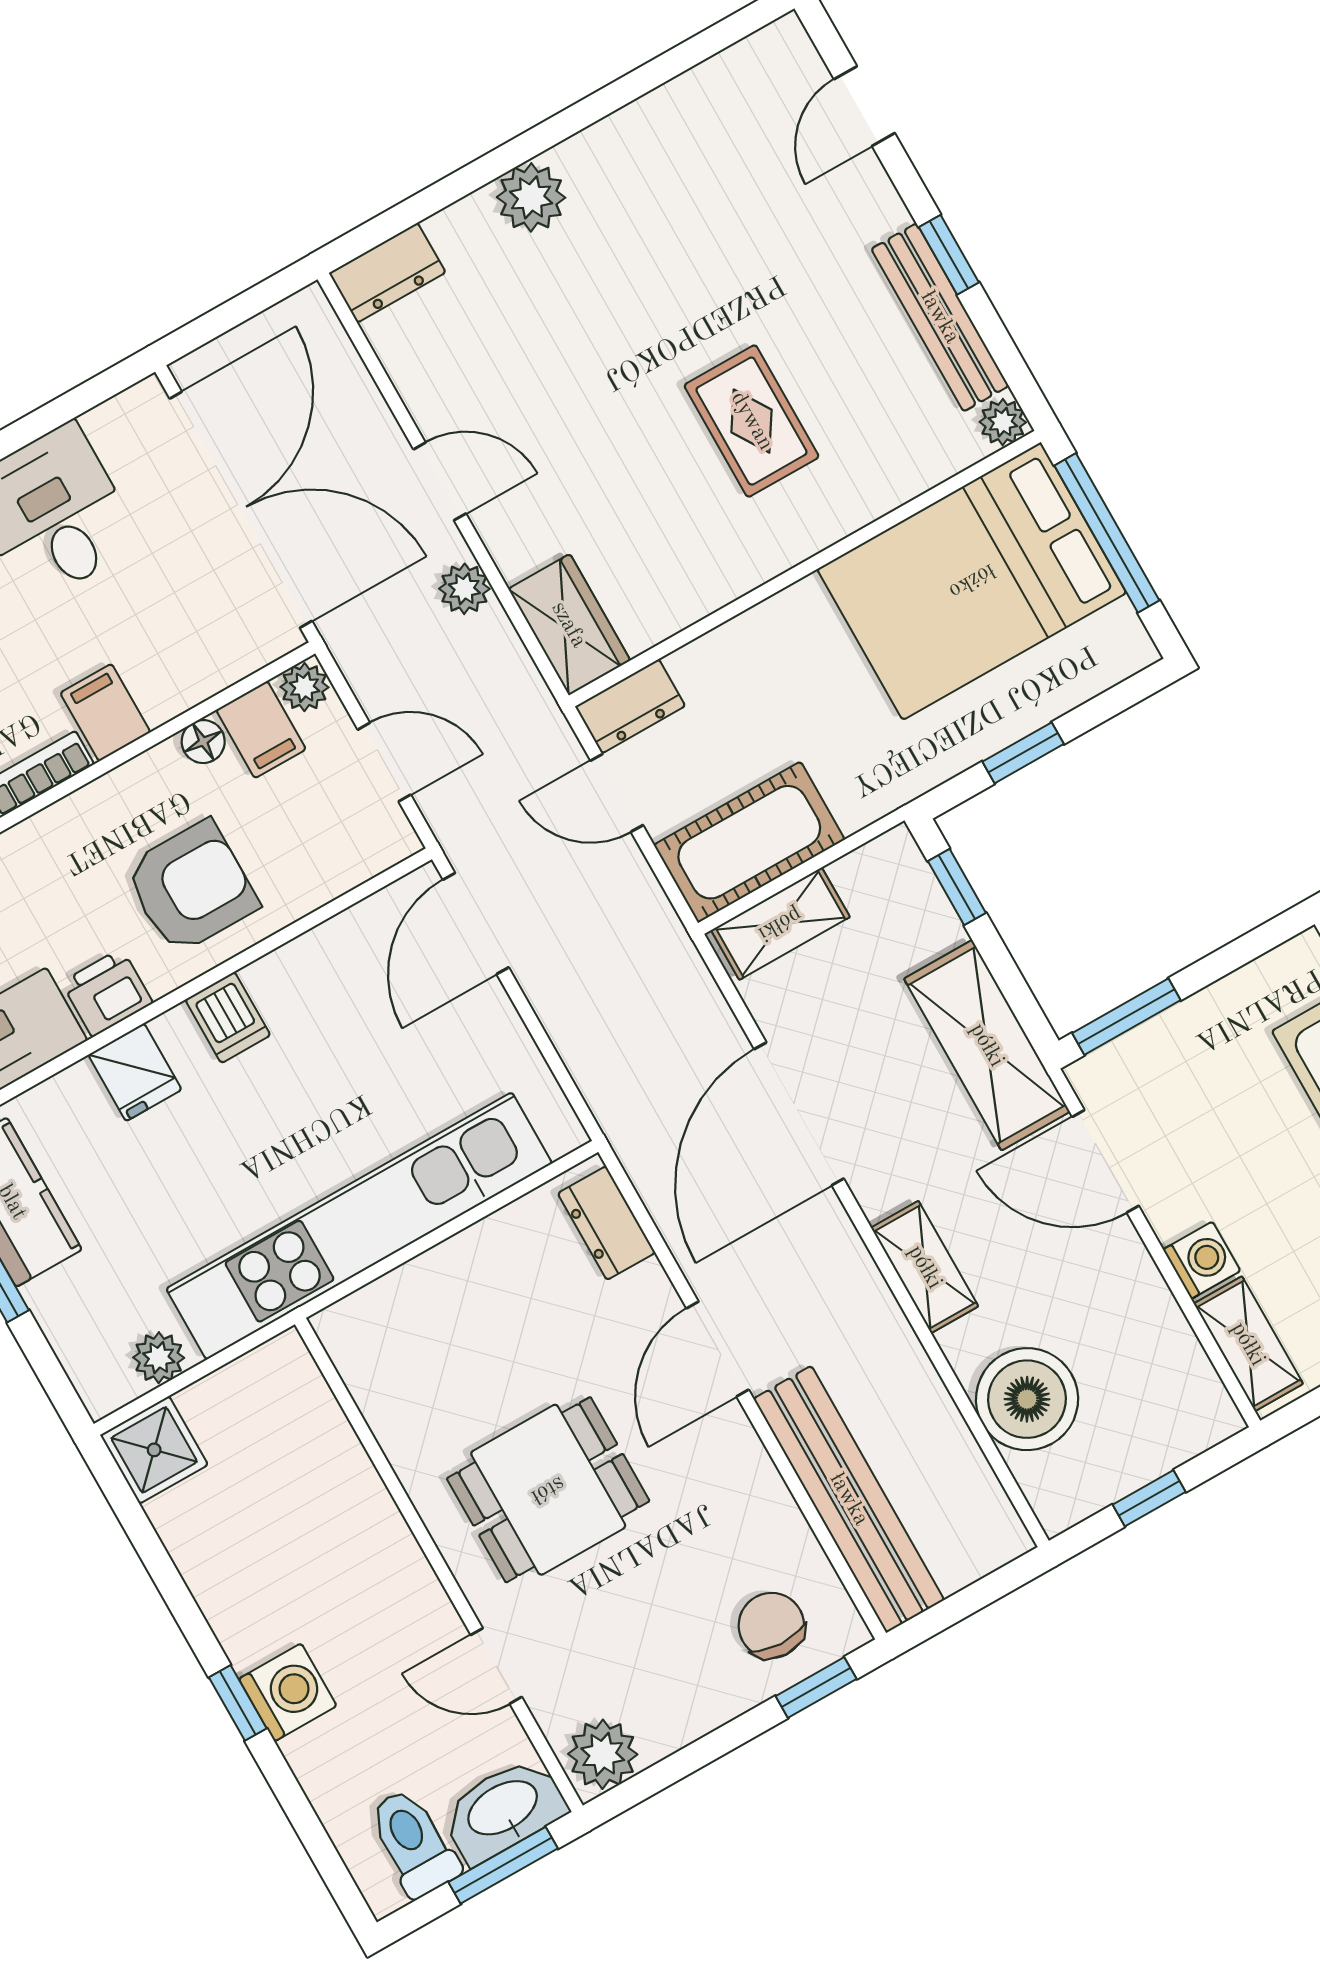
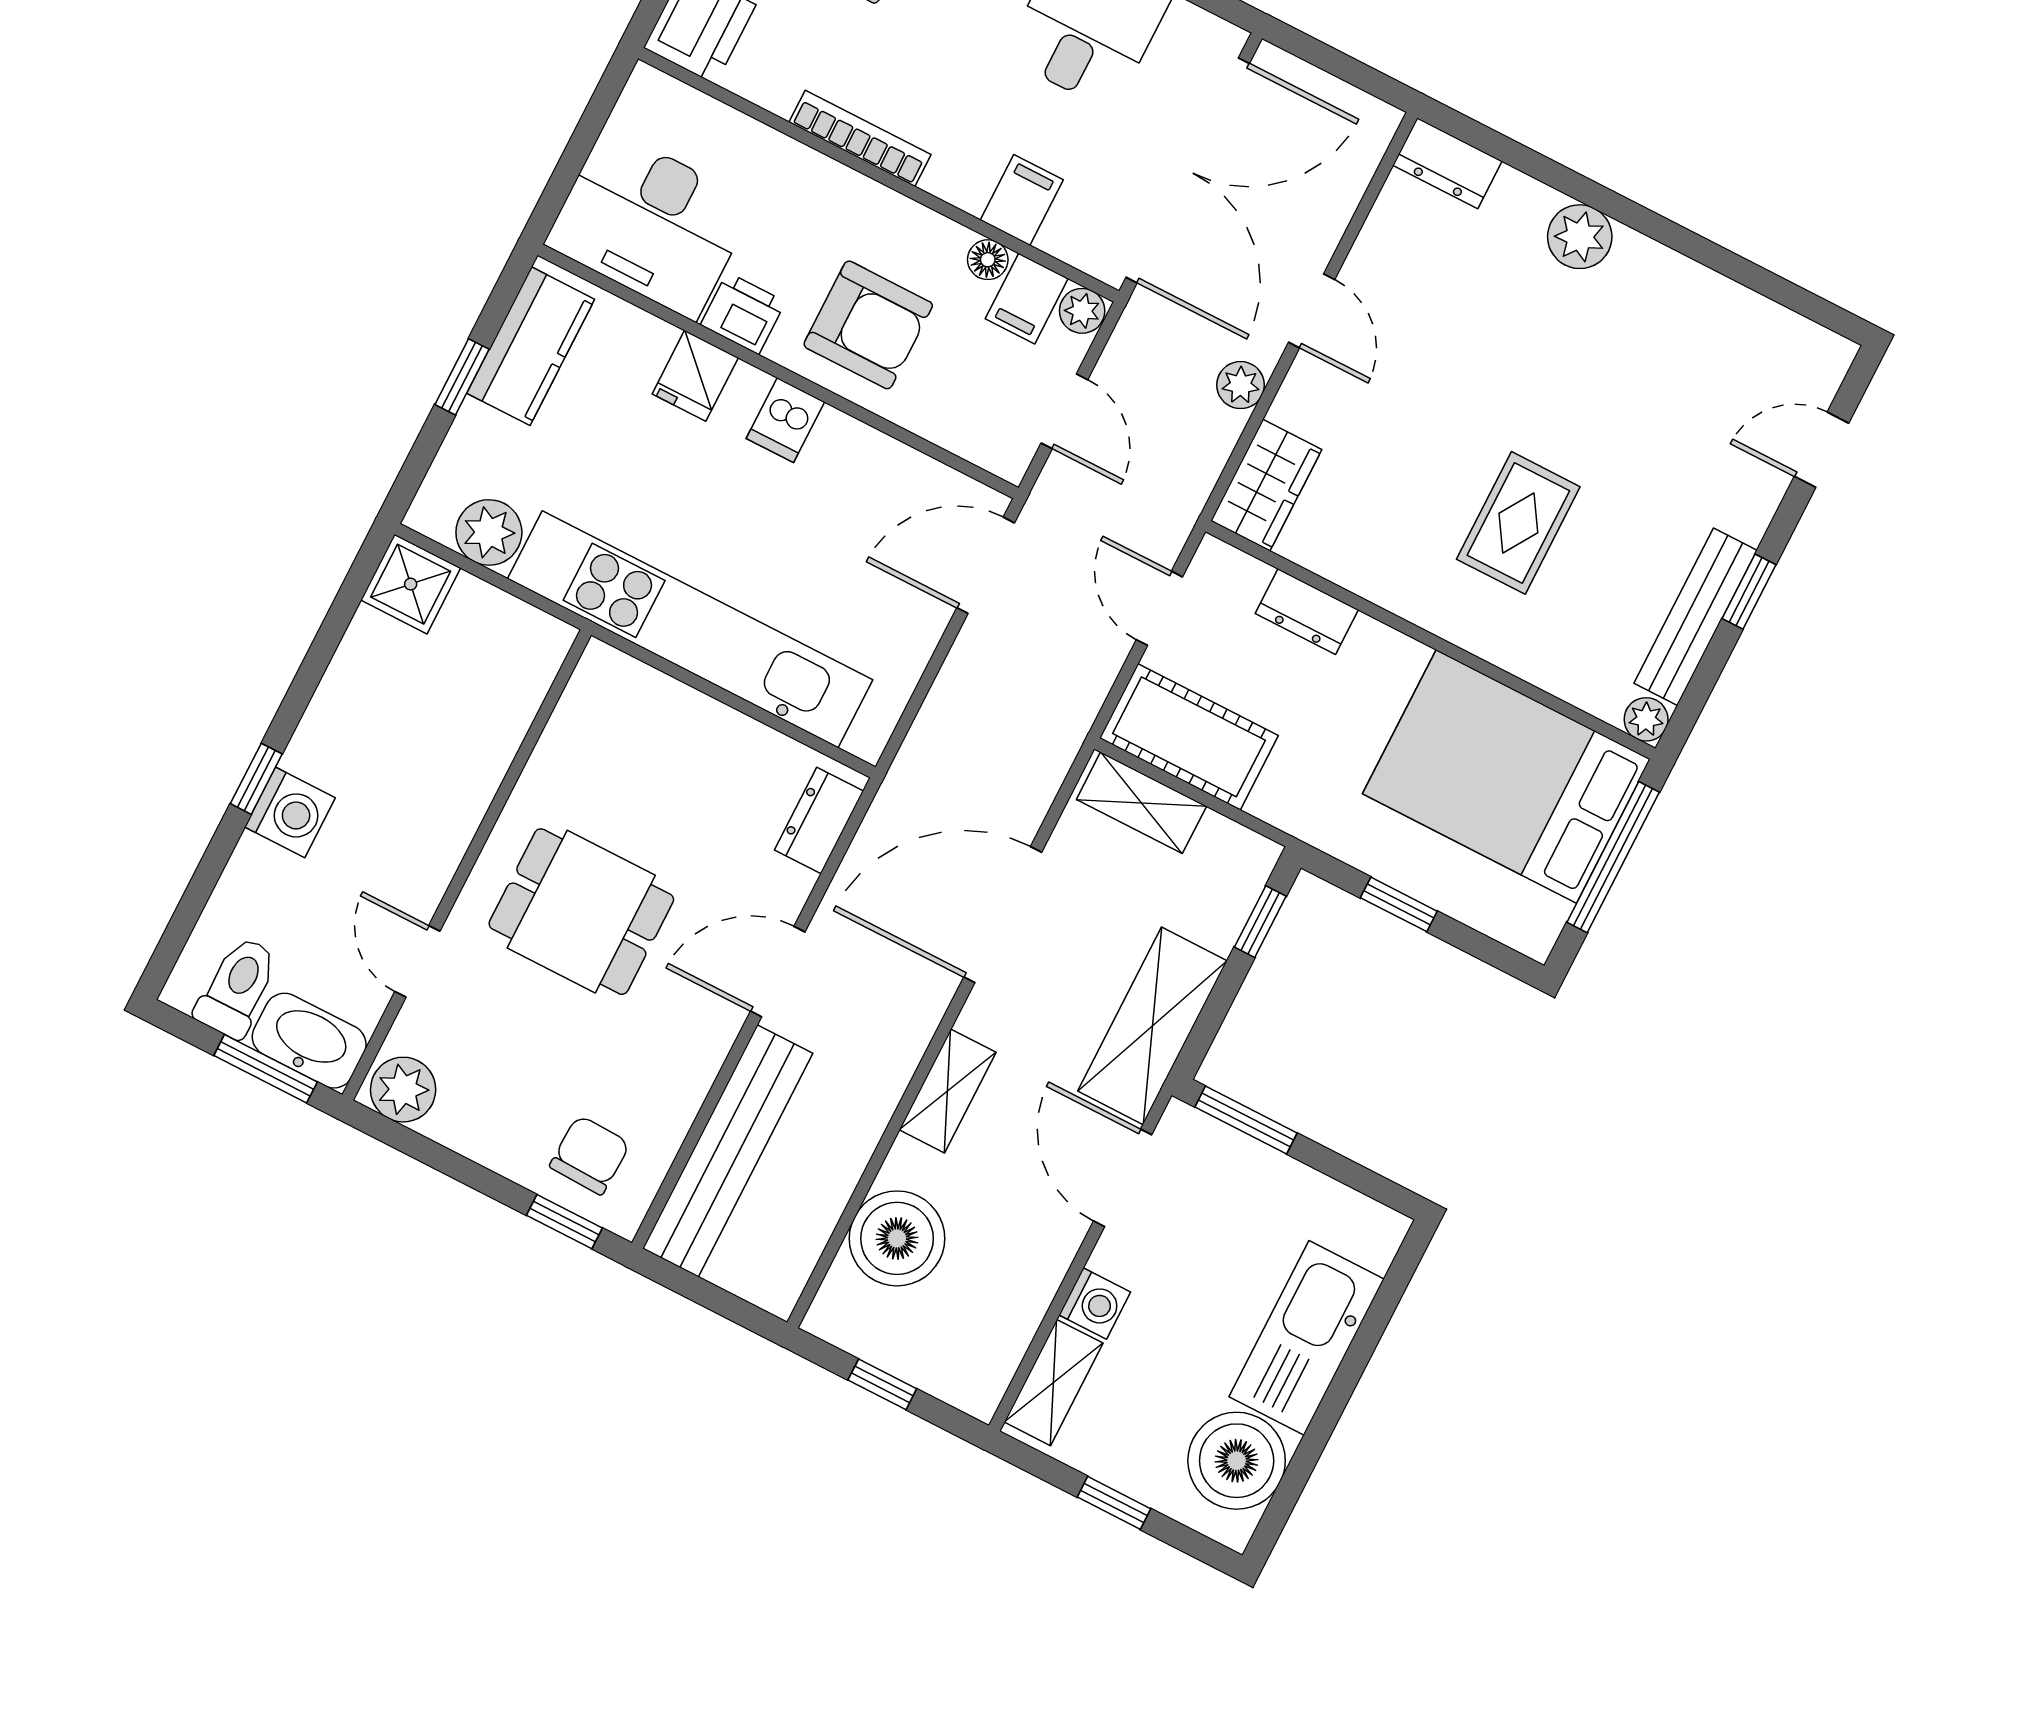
dresser: (630, 706) -> (1307, 612), moved
filing cabinet: (105, 713) -> (1022, 200), moved
plant: (159, 1358) -> (489, 532), width x1.38, depth x1.38

